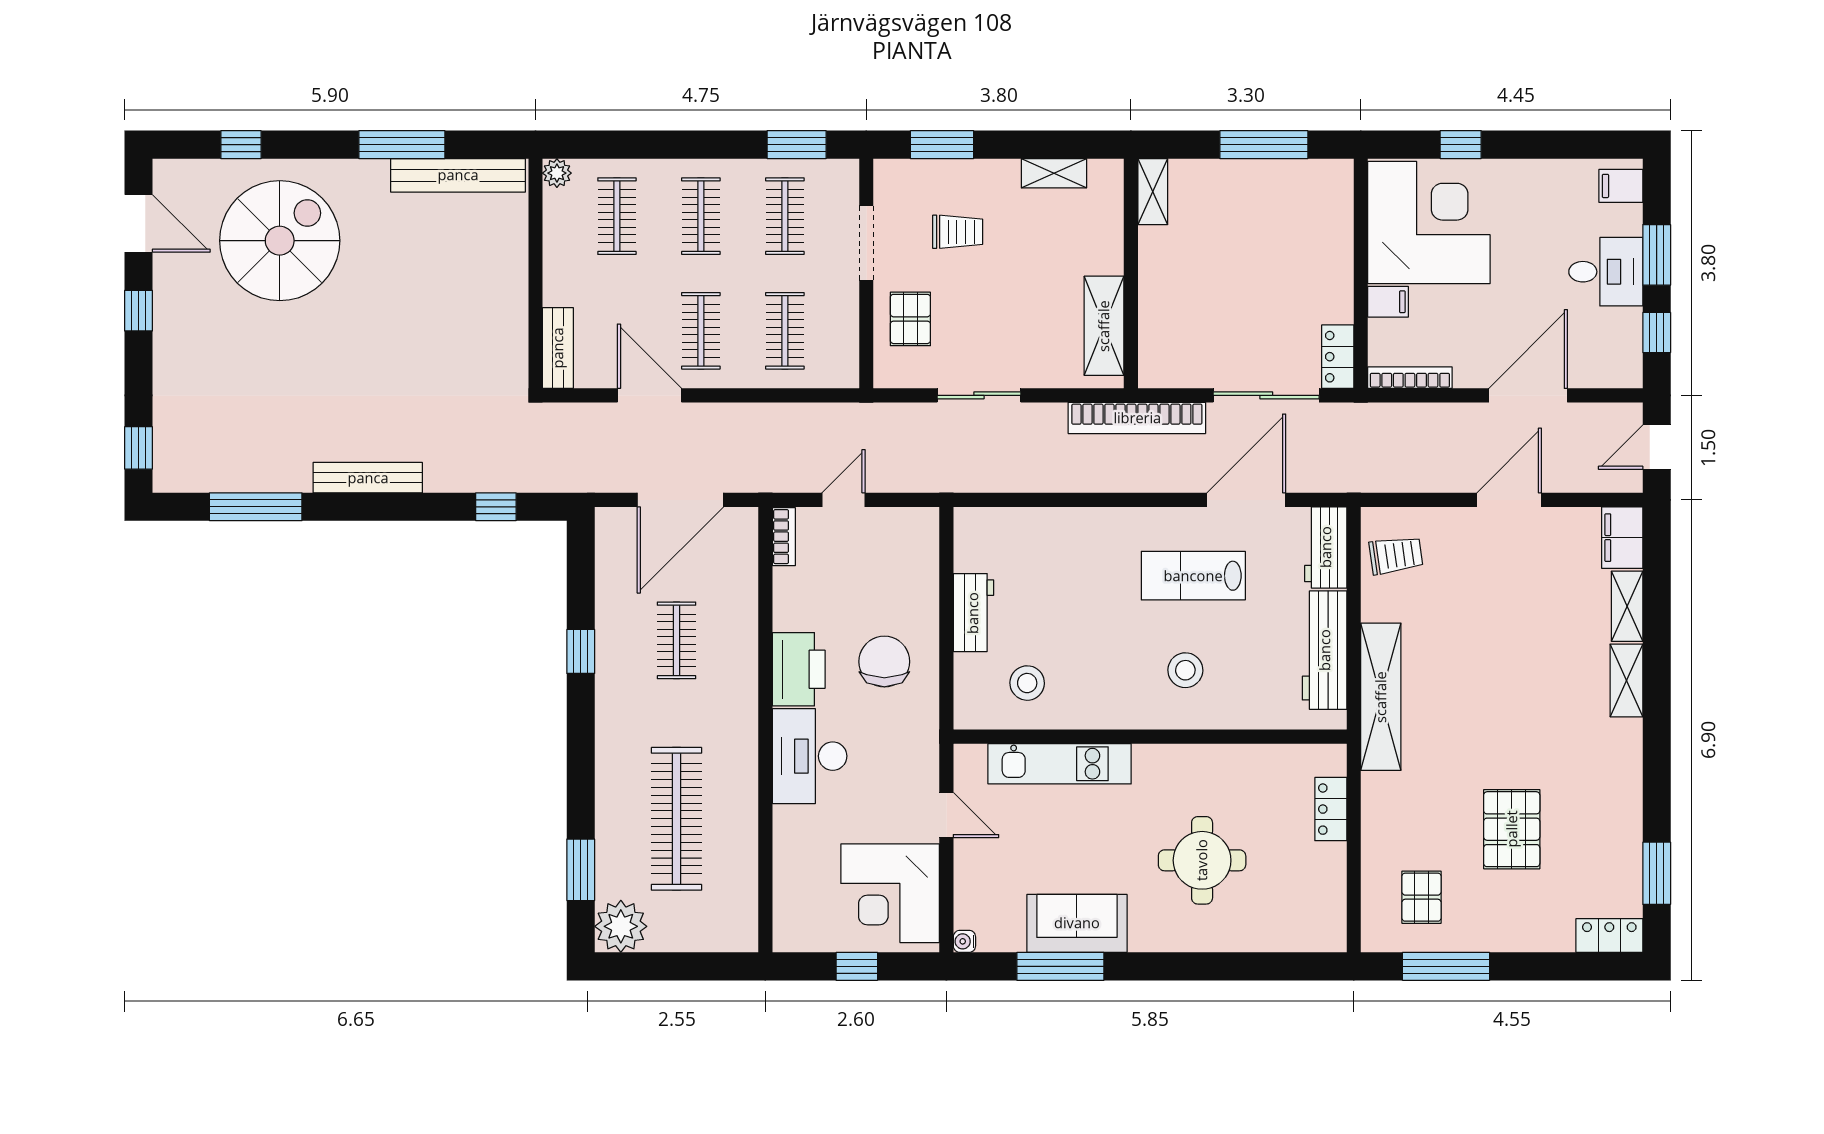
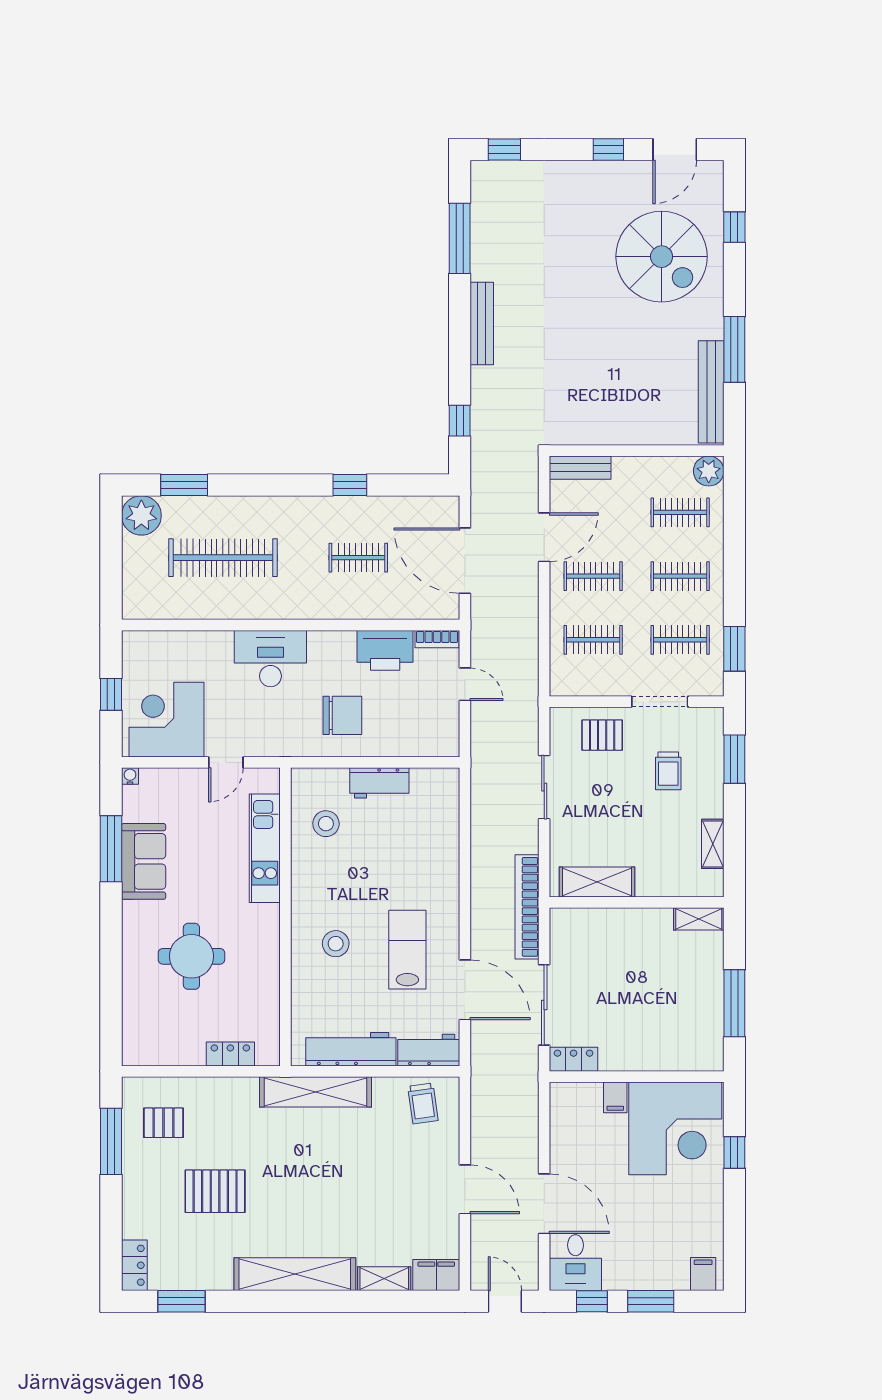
plant: (557, 173) -> (709, 471), width x1.38, depth x1.38
desk: (1606, 272) -> (575, 1263), moved
bookcase: (1410, 378) -> (558, 1114), removed
printer: (799, 669) -> (385, 650), moved
shelving: (1626, 680) -> (295, 1274), width x2.20, depth x1.33

